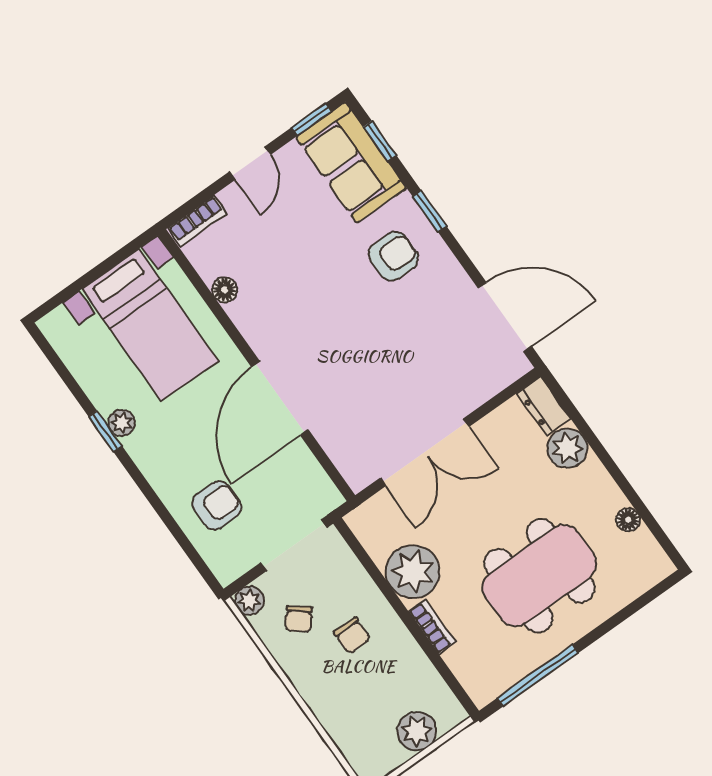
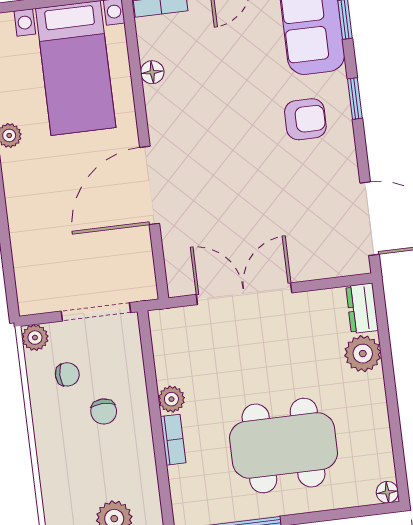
double door: (425, 452) -> (244, 294), swing flipped
armchair: (217, 505) -> (51, 245), removed
floor lamp: (628, 520) -> (387, 492), moved
plant: (413, 572) -> (171, 399), width x0.53, depth x0.53
chair: (299, 619) -> (67, 374), turned -129

